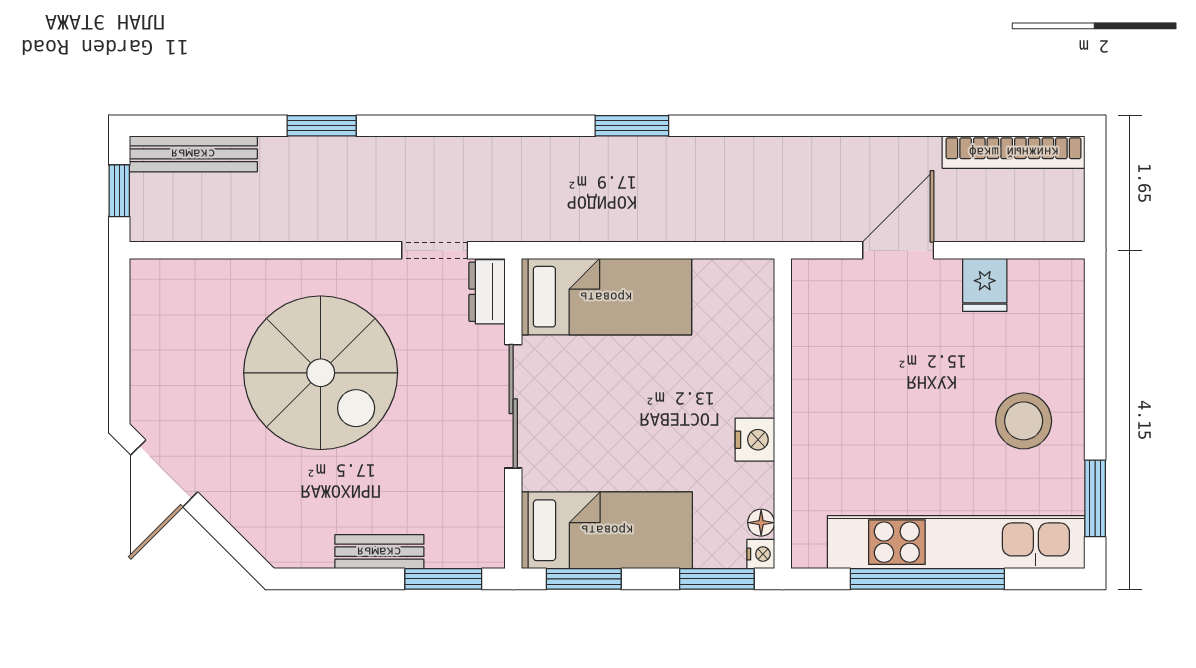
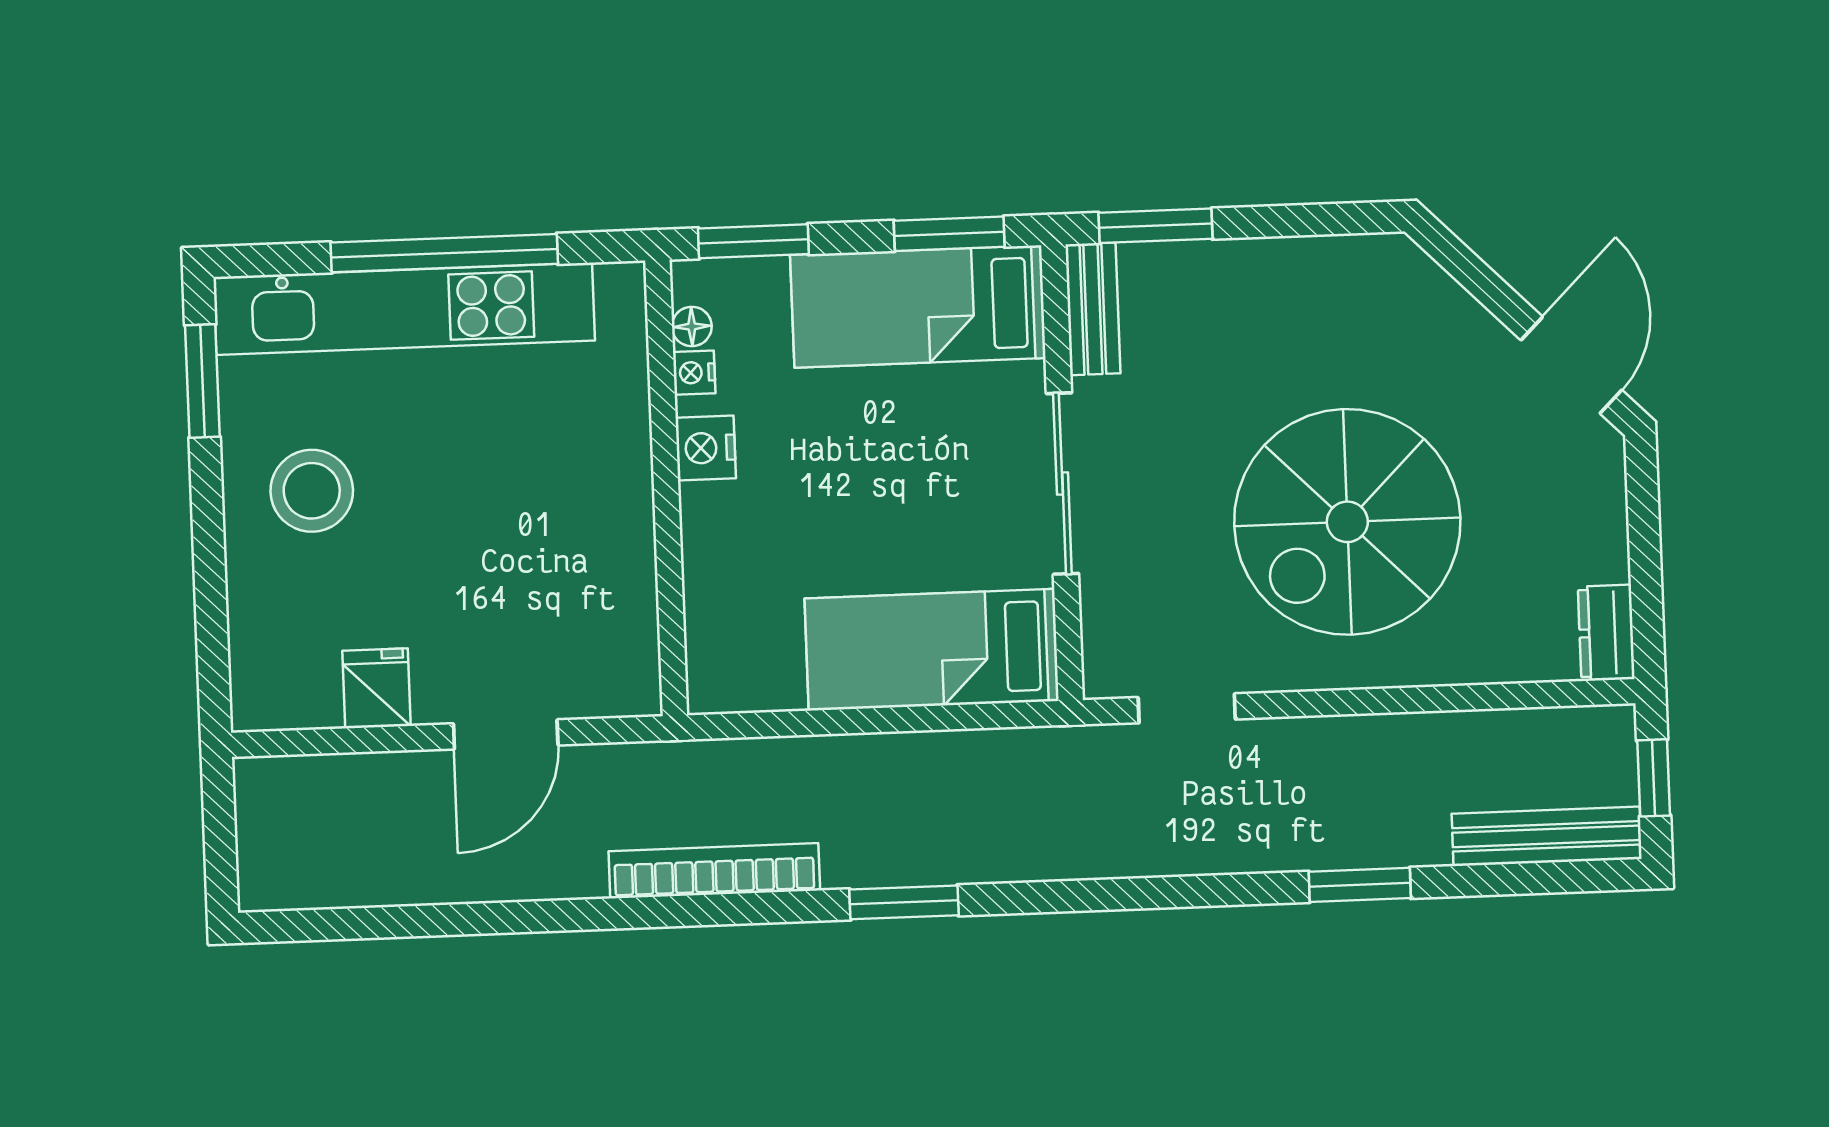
bookcase: (1014, 152) -> (714, 871), moved
dresser: (487, 292) -> (1606, 633), moved, turned 180
spiral stairs: (321, 373) -> (1347, 522), turned -90
bench: (379, 552) -> (1093, 309), moved, turned 90
nightstand: (761, 554) -> (694, 373), moved

